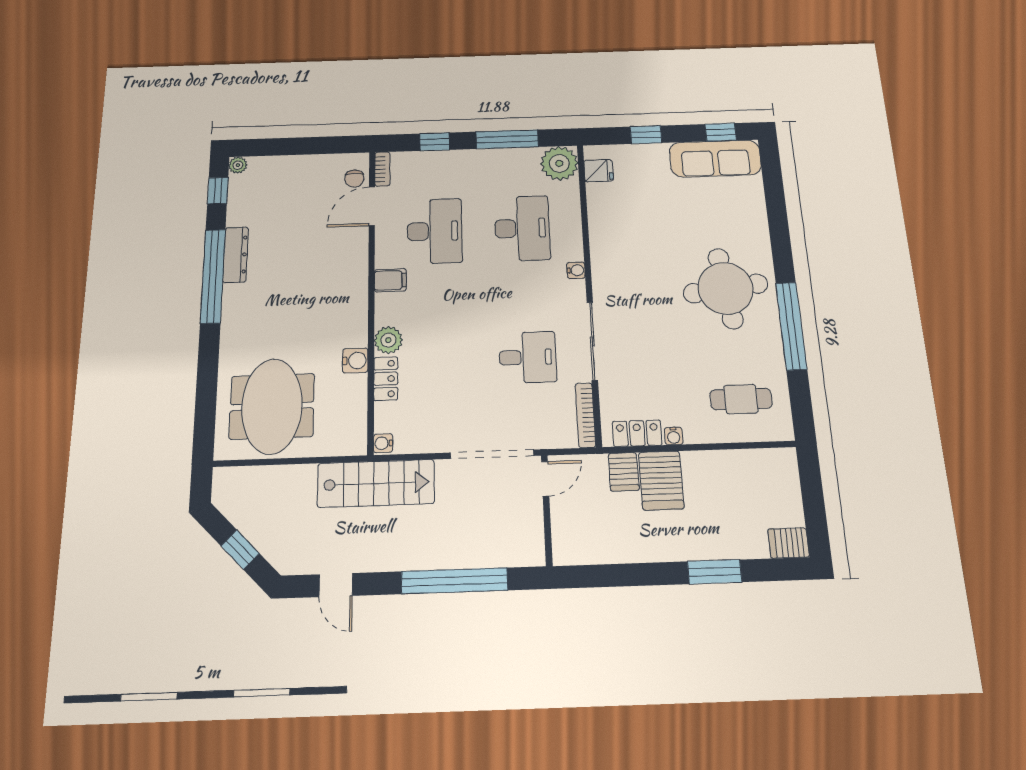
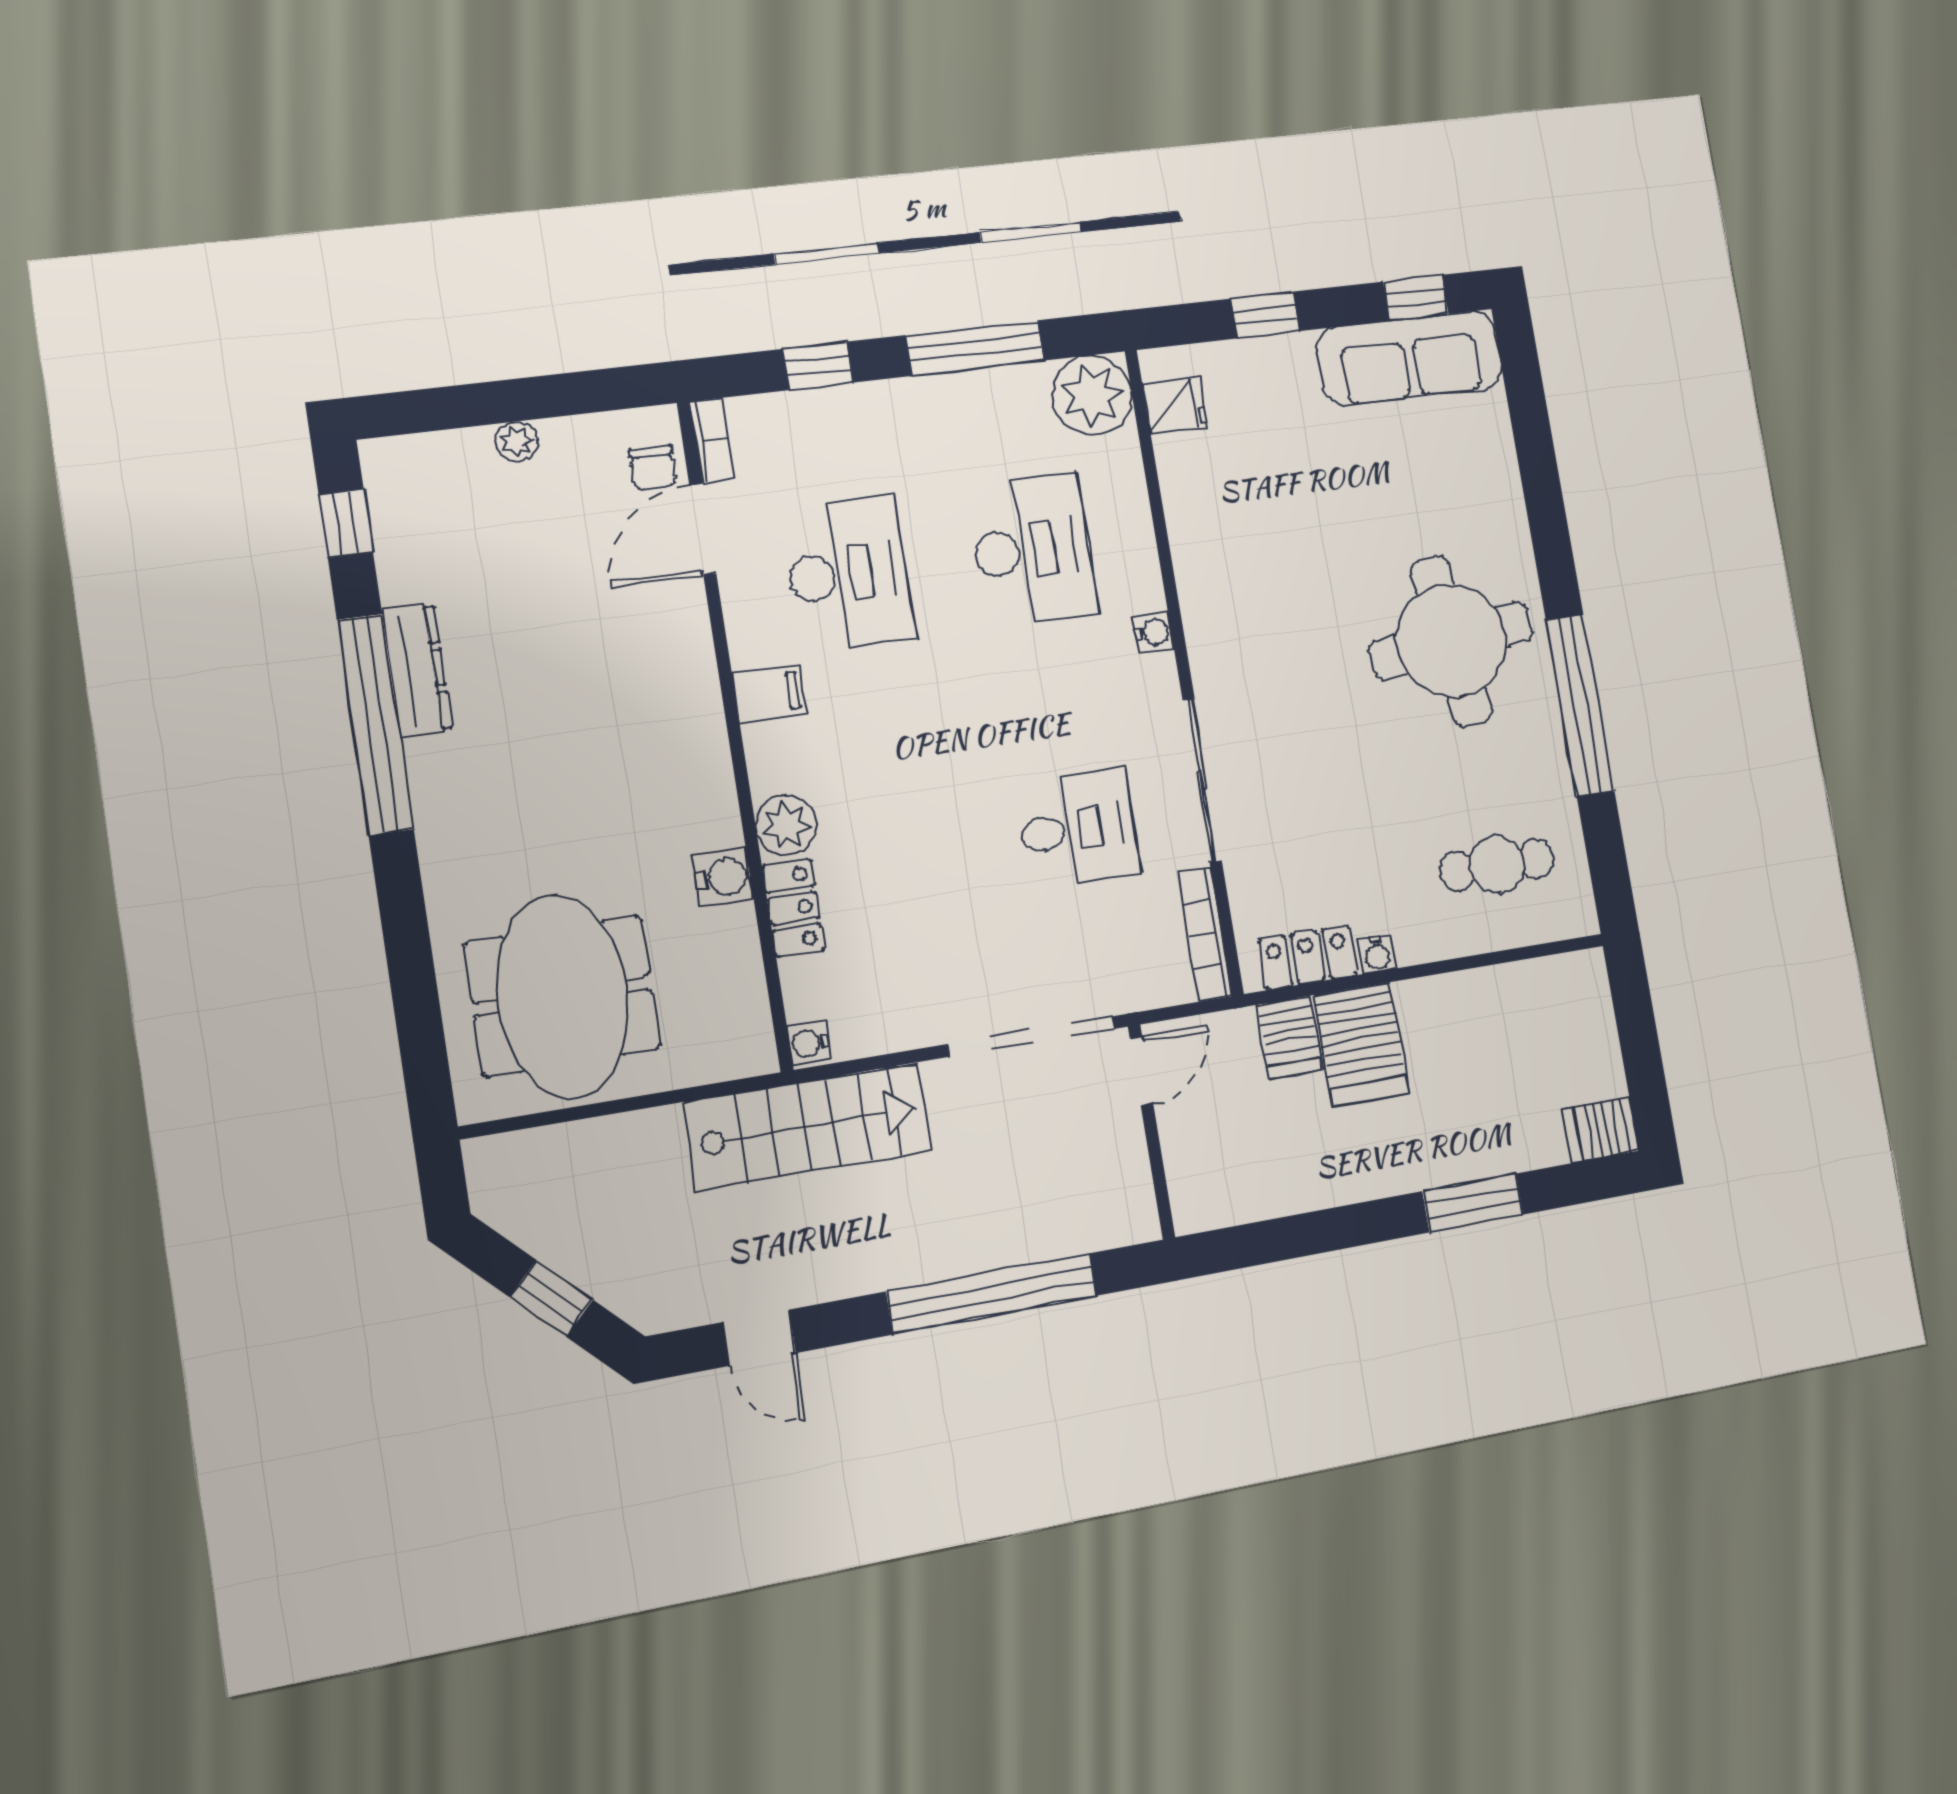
plant: (238, 165) -> (517, 442), moved

